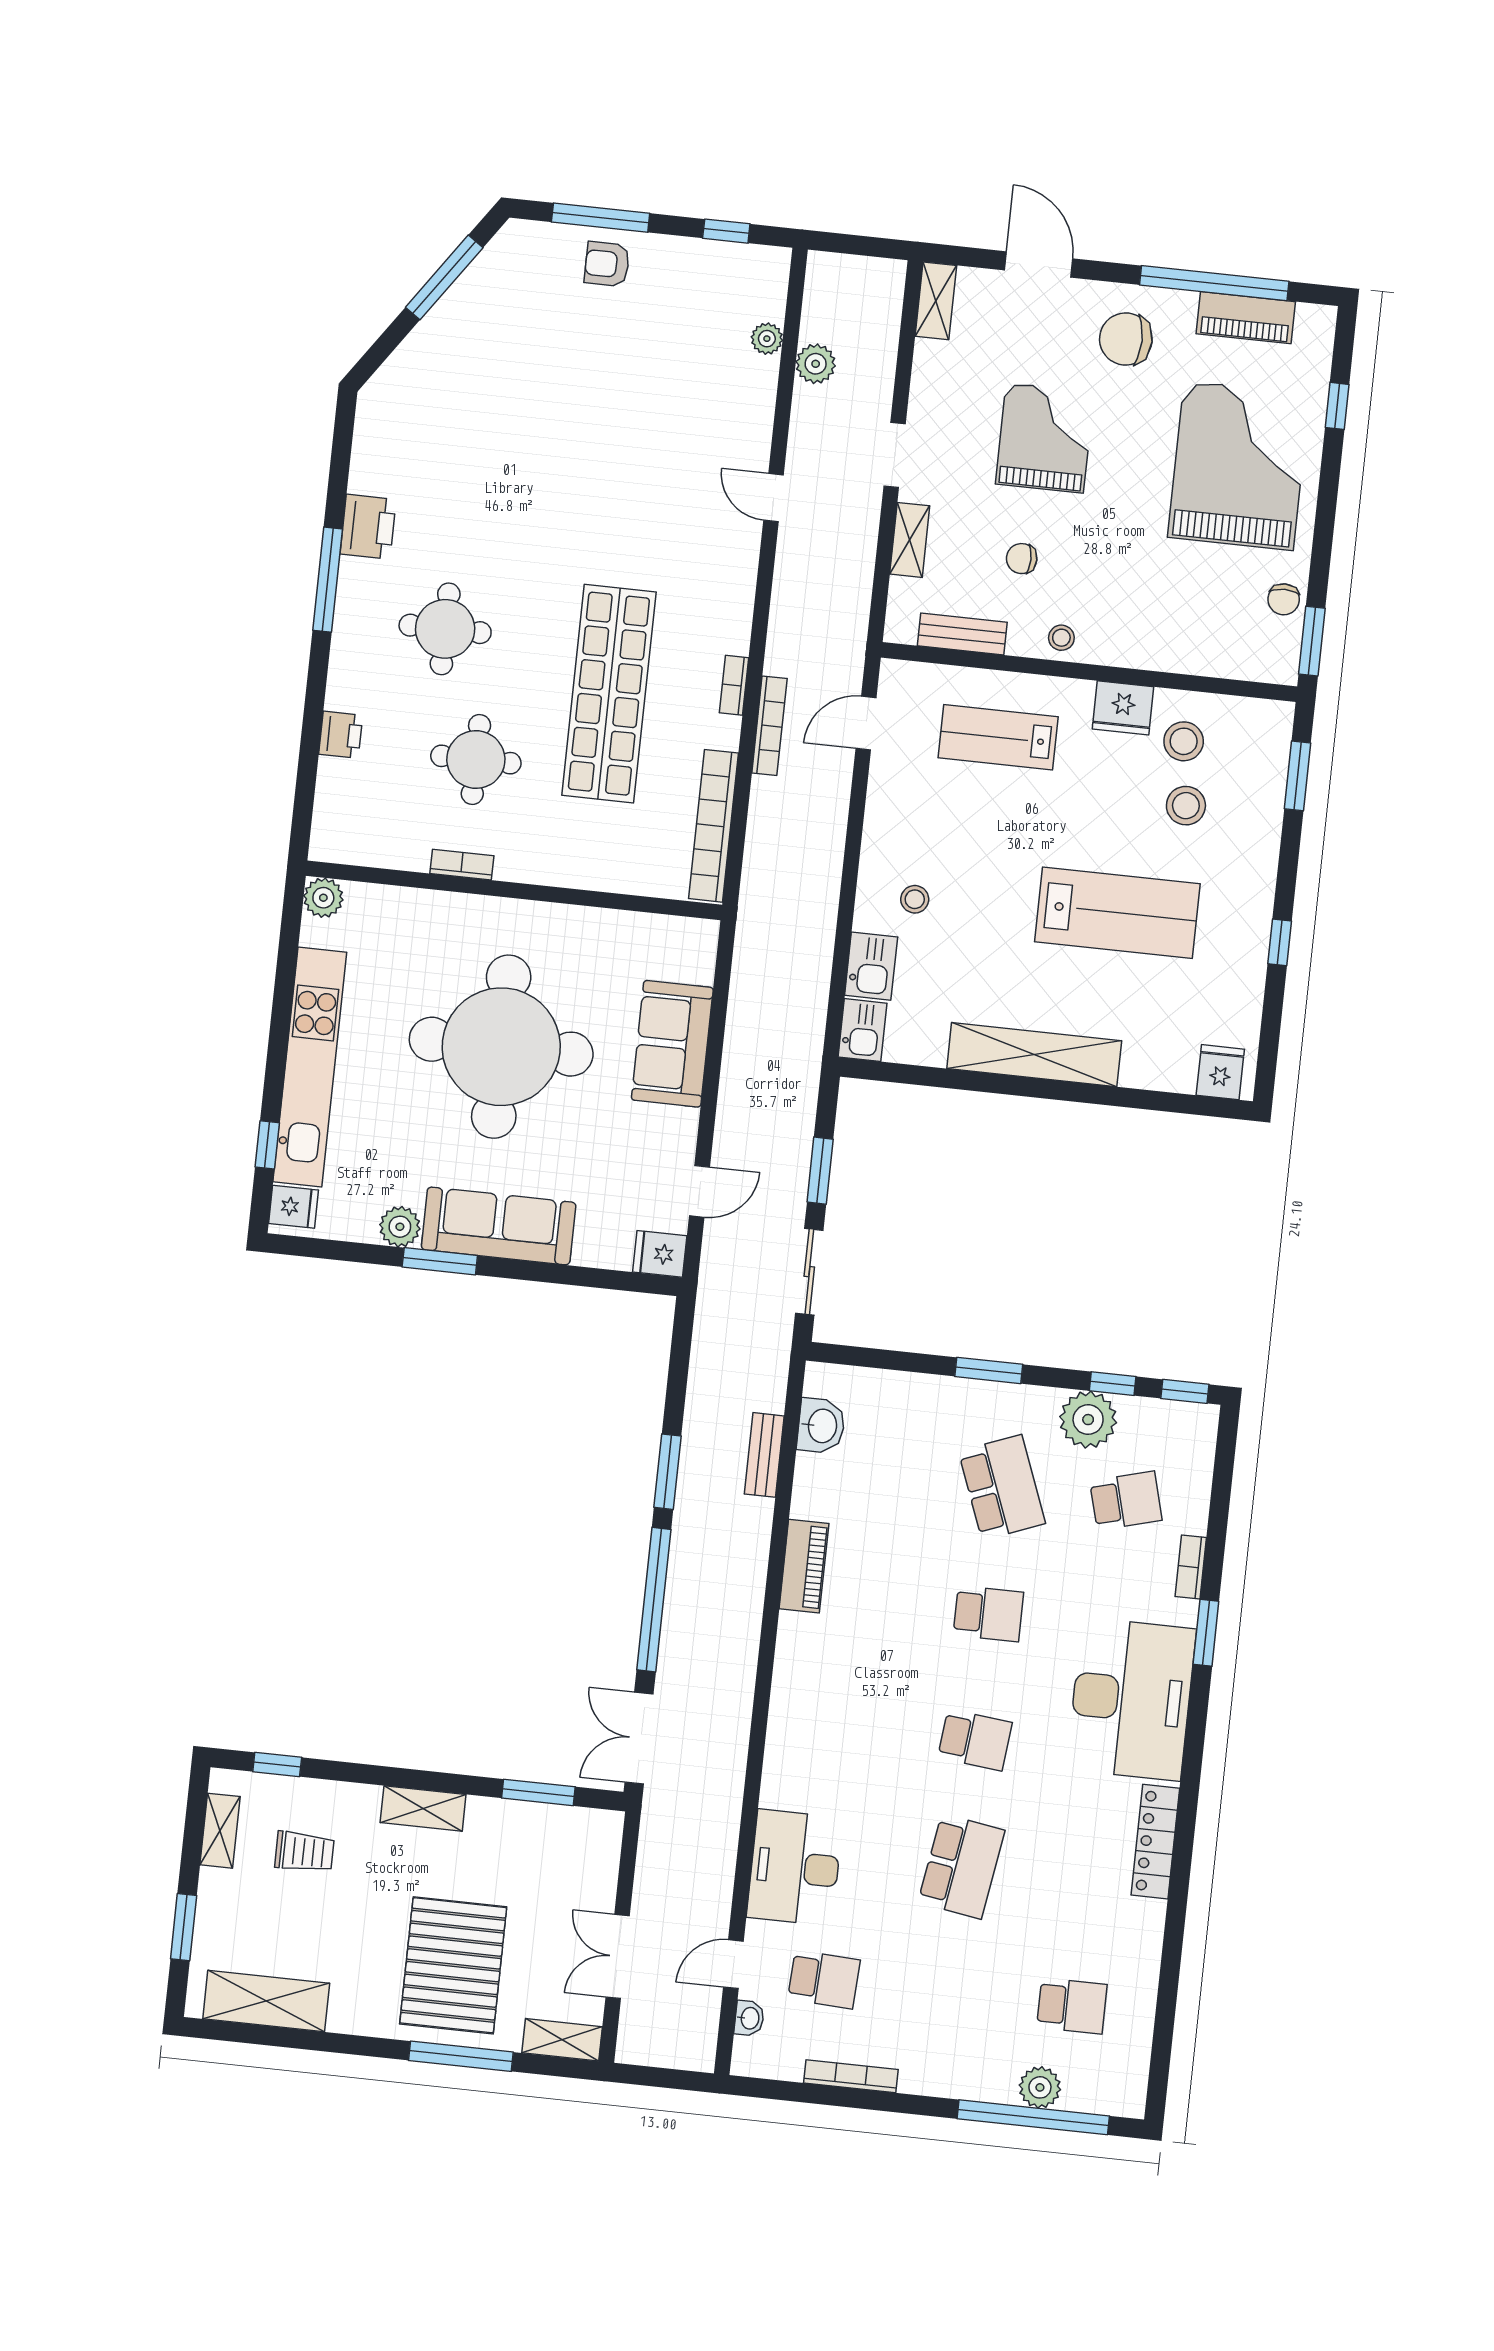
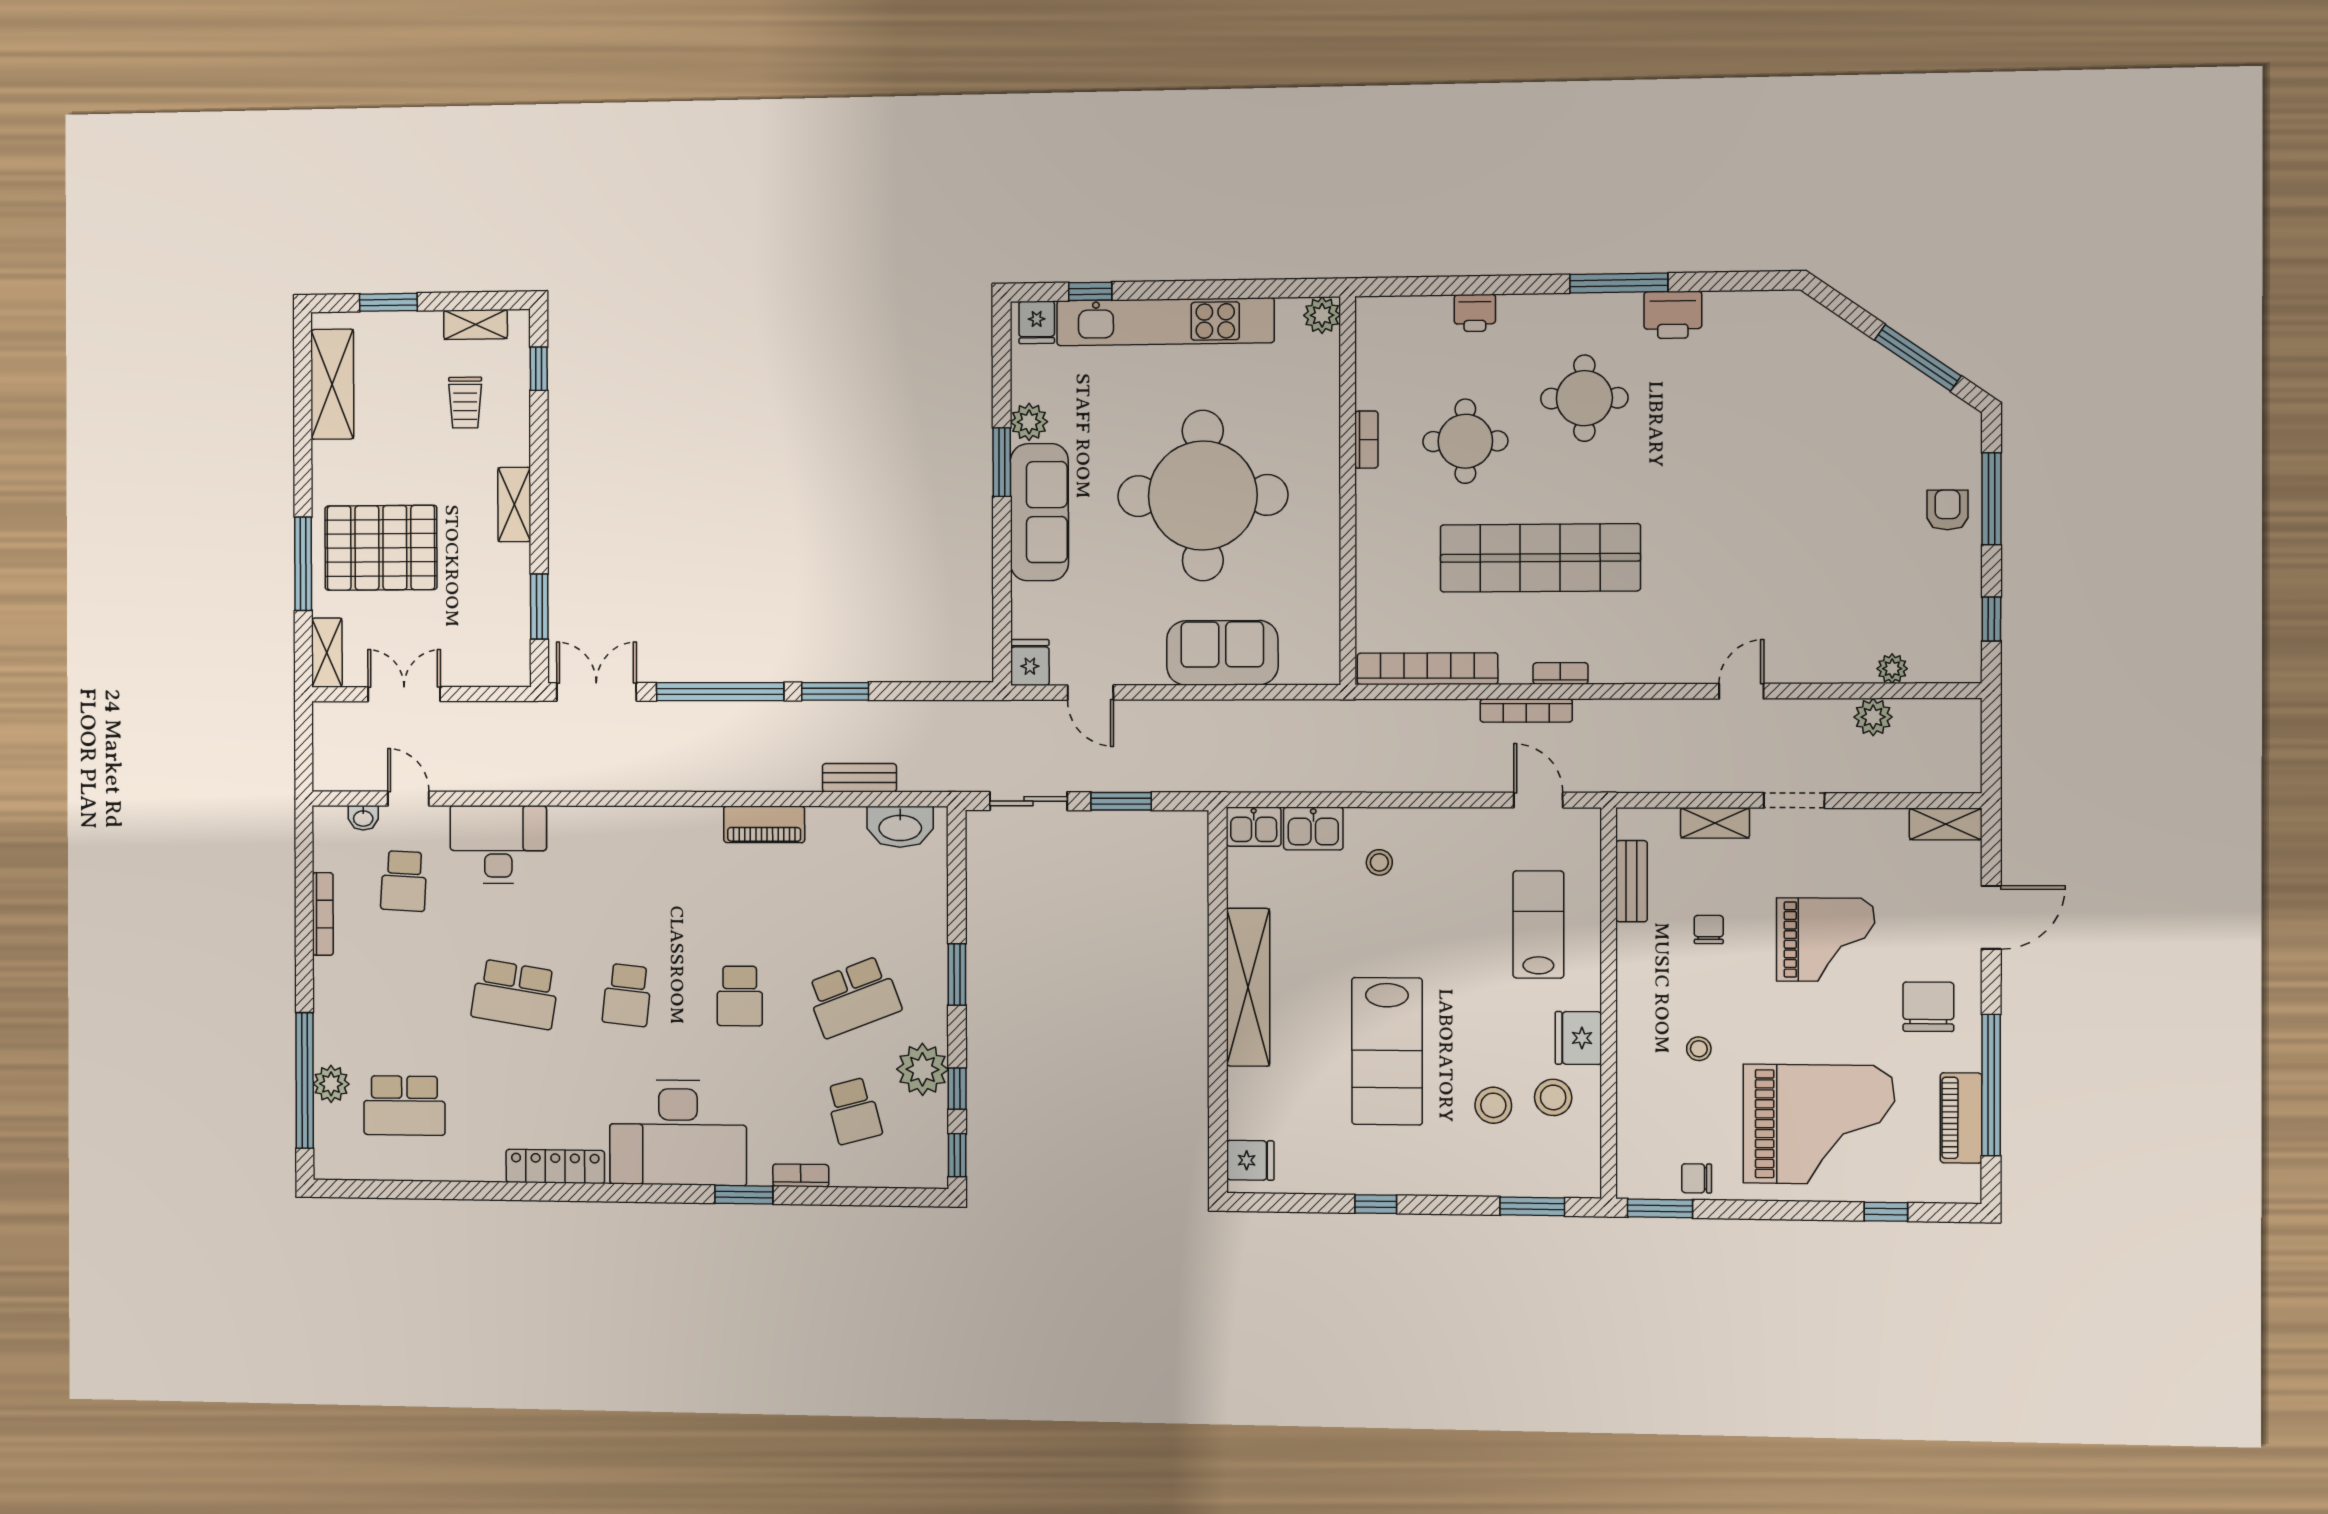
stool: (1061, 638) -> (1699, 1049), moved
washbasin: (821, 1426) -> (900, 827), width x1.38
school desk: (1072, 2006) -> (404, 1105), width x1.85

